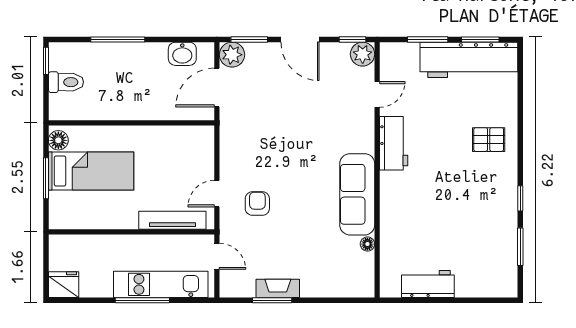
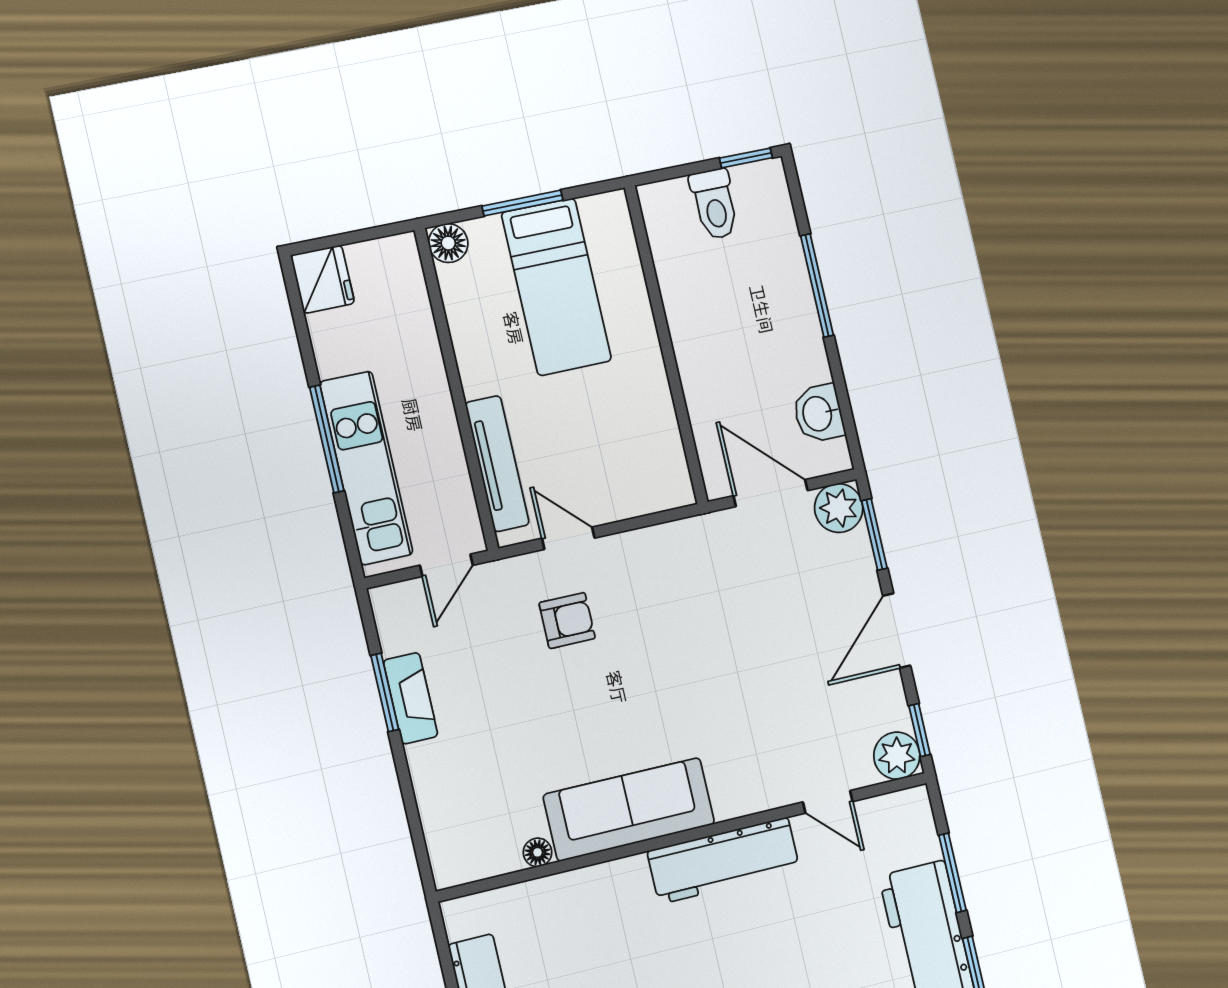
floor lamp: (58, 140) -> (448, 243), moved
workbench: (394, 143) -> (724, 861), width x1.38

